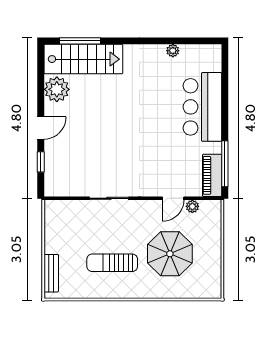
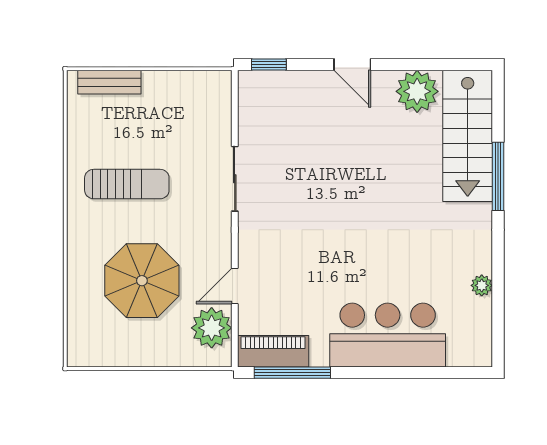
window: (80, 41) -> (498, 176), moved
window: (41, 162) -> (269, 65), moved
door: (173, 198) -> (235, 286), hinge flipped
plant: (192, 206) -> (212, 328), width x1.88, depth x1.88
sun lounger: (112, 263) -> (127, 184), turned 90

